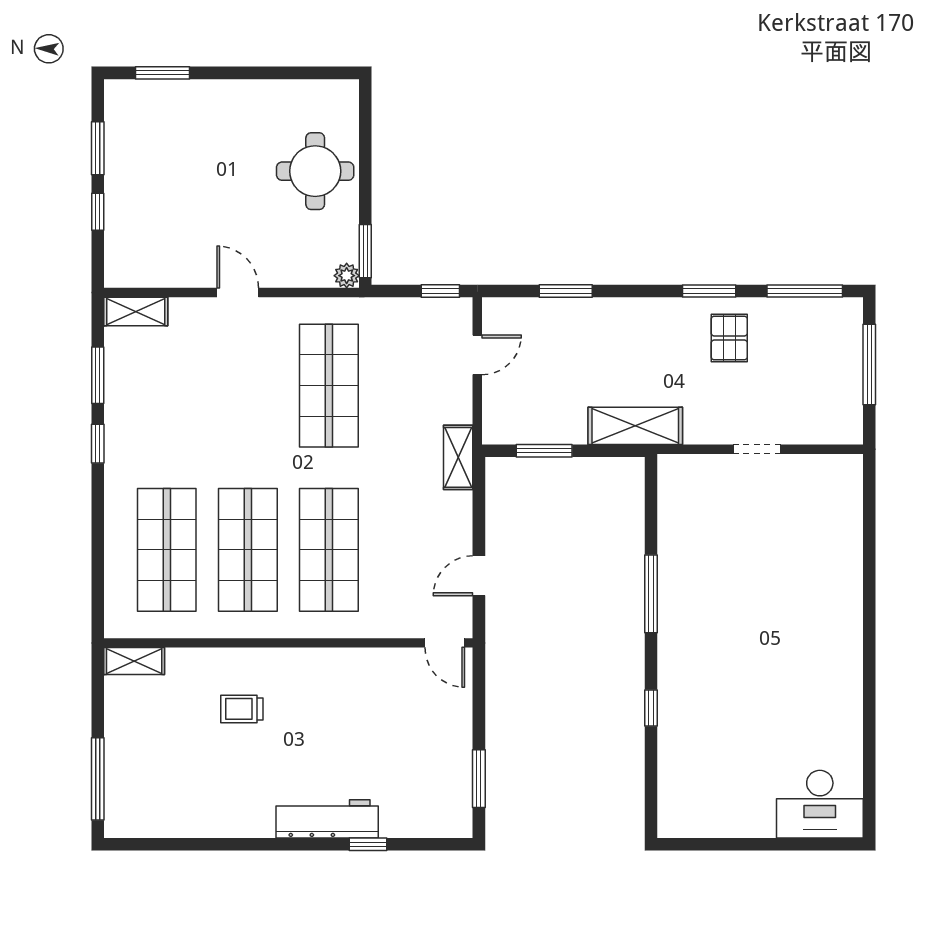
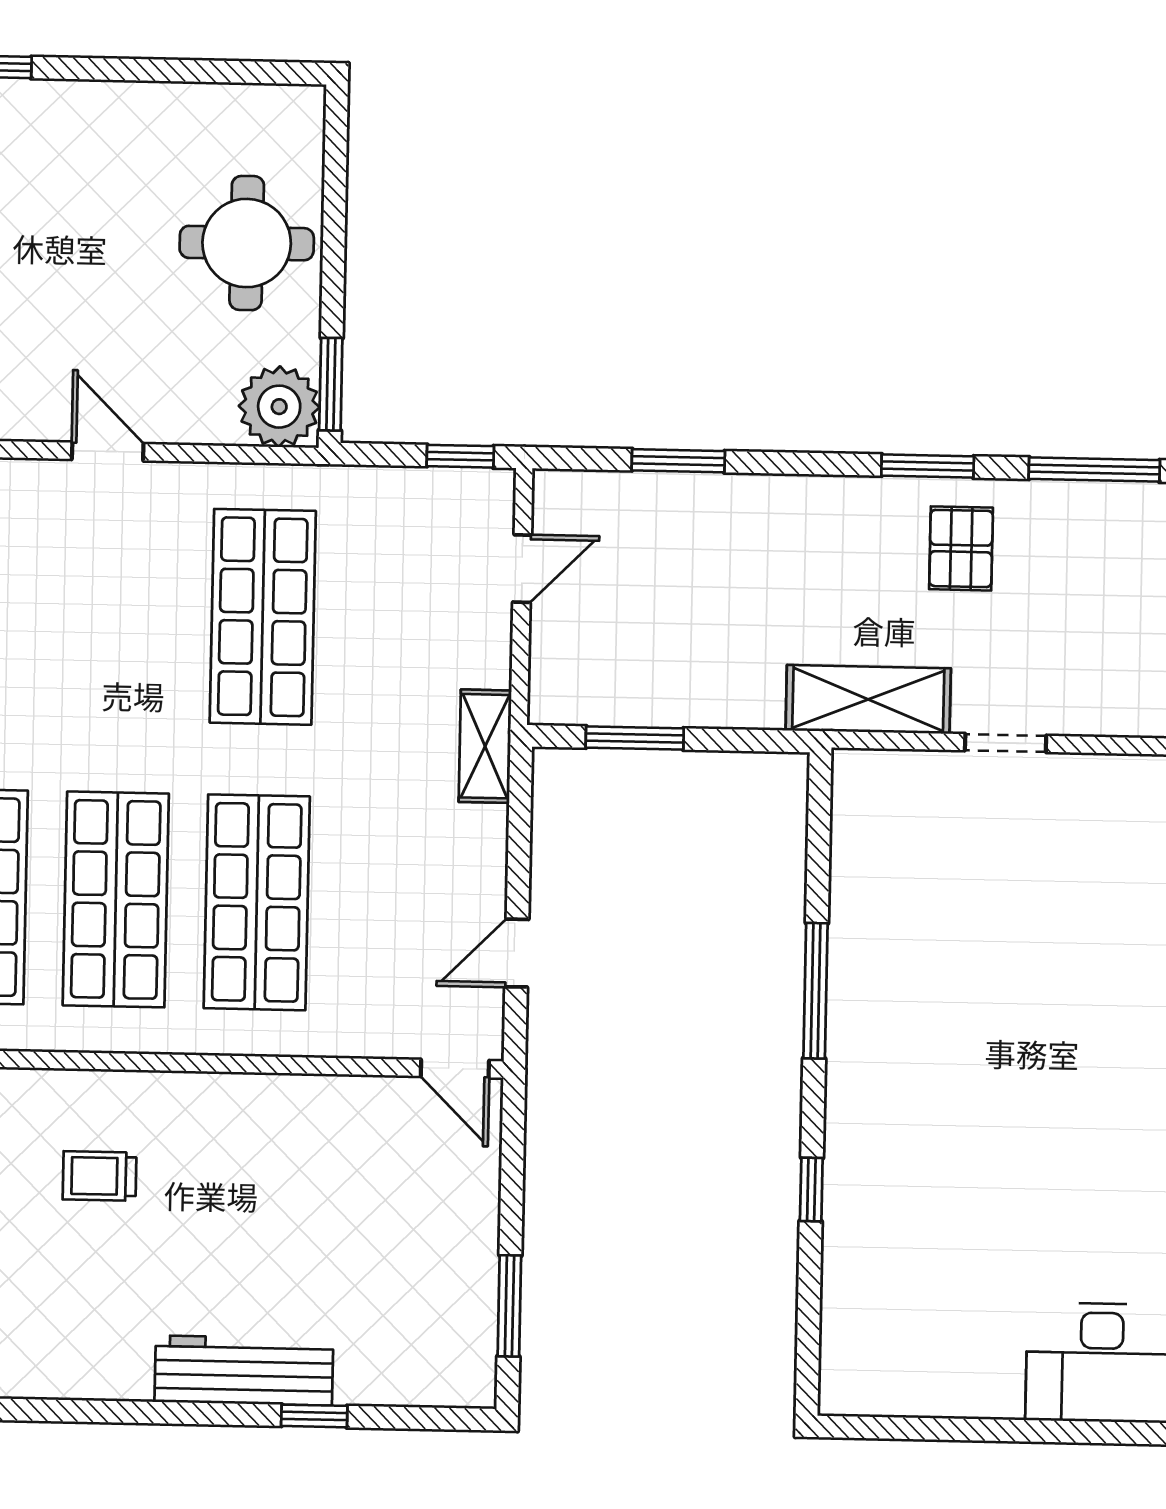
plant: (347, 276) -> (279, 407), width x1.88, depth x1.88
shelving: (635, 426) -> (868, 699), moved

